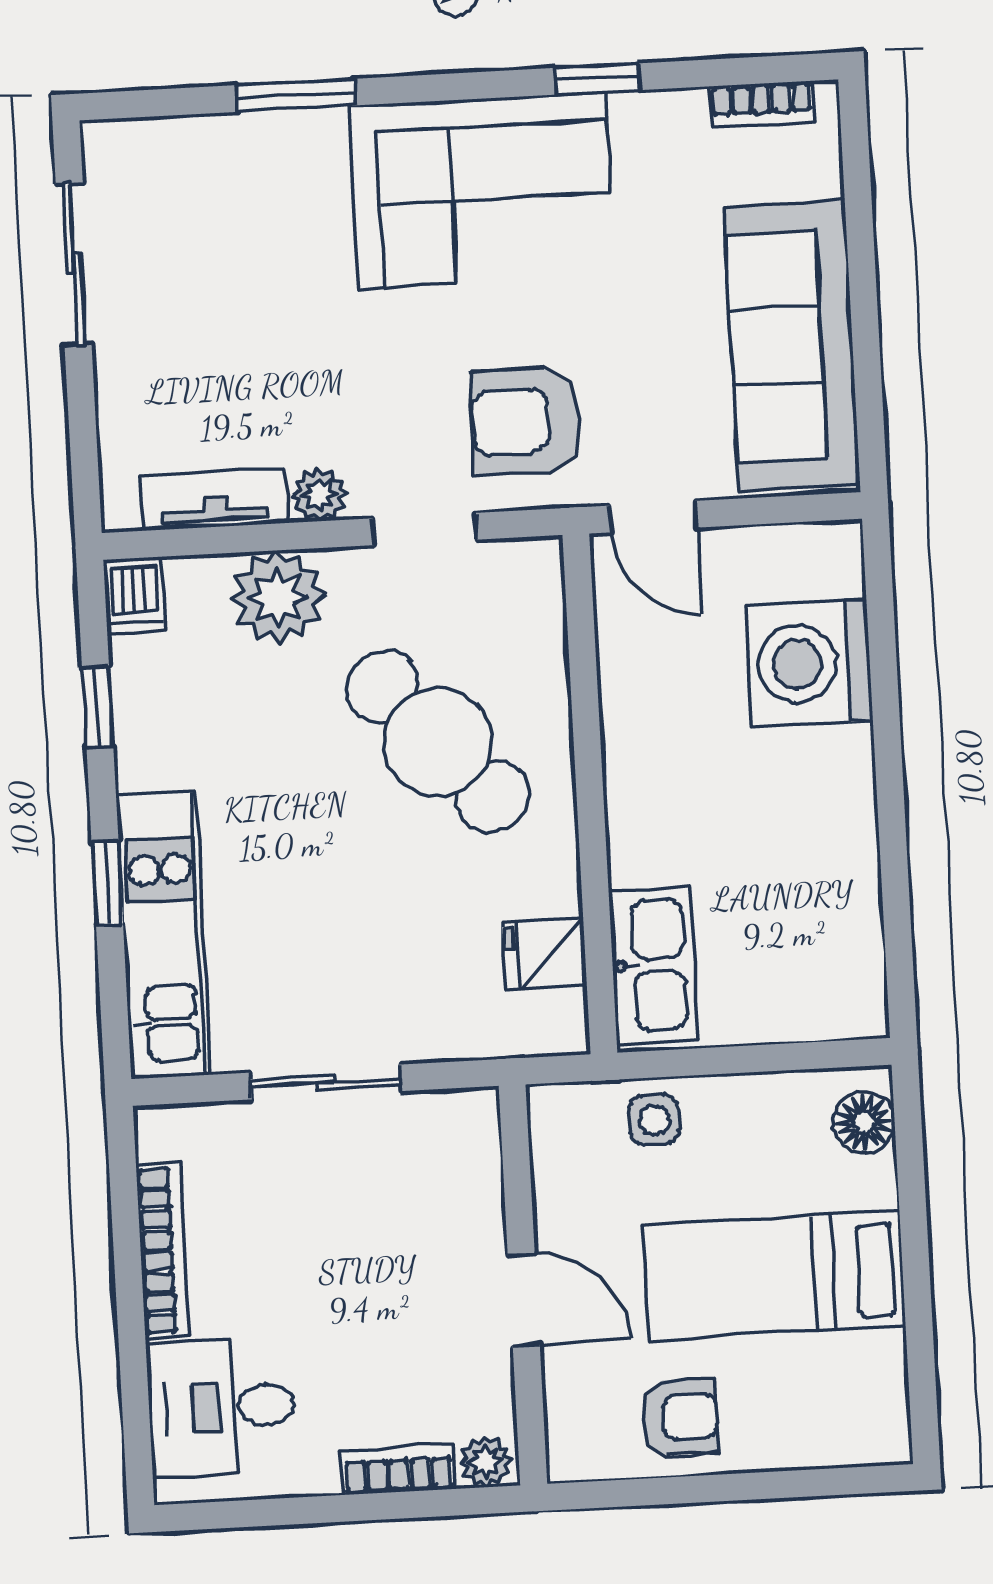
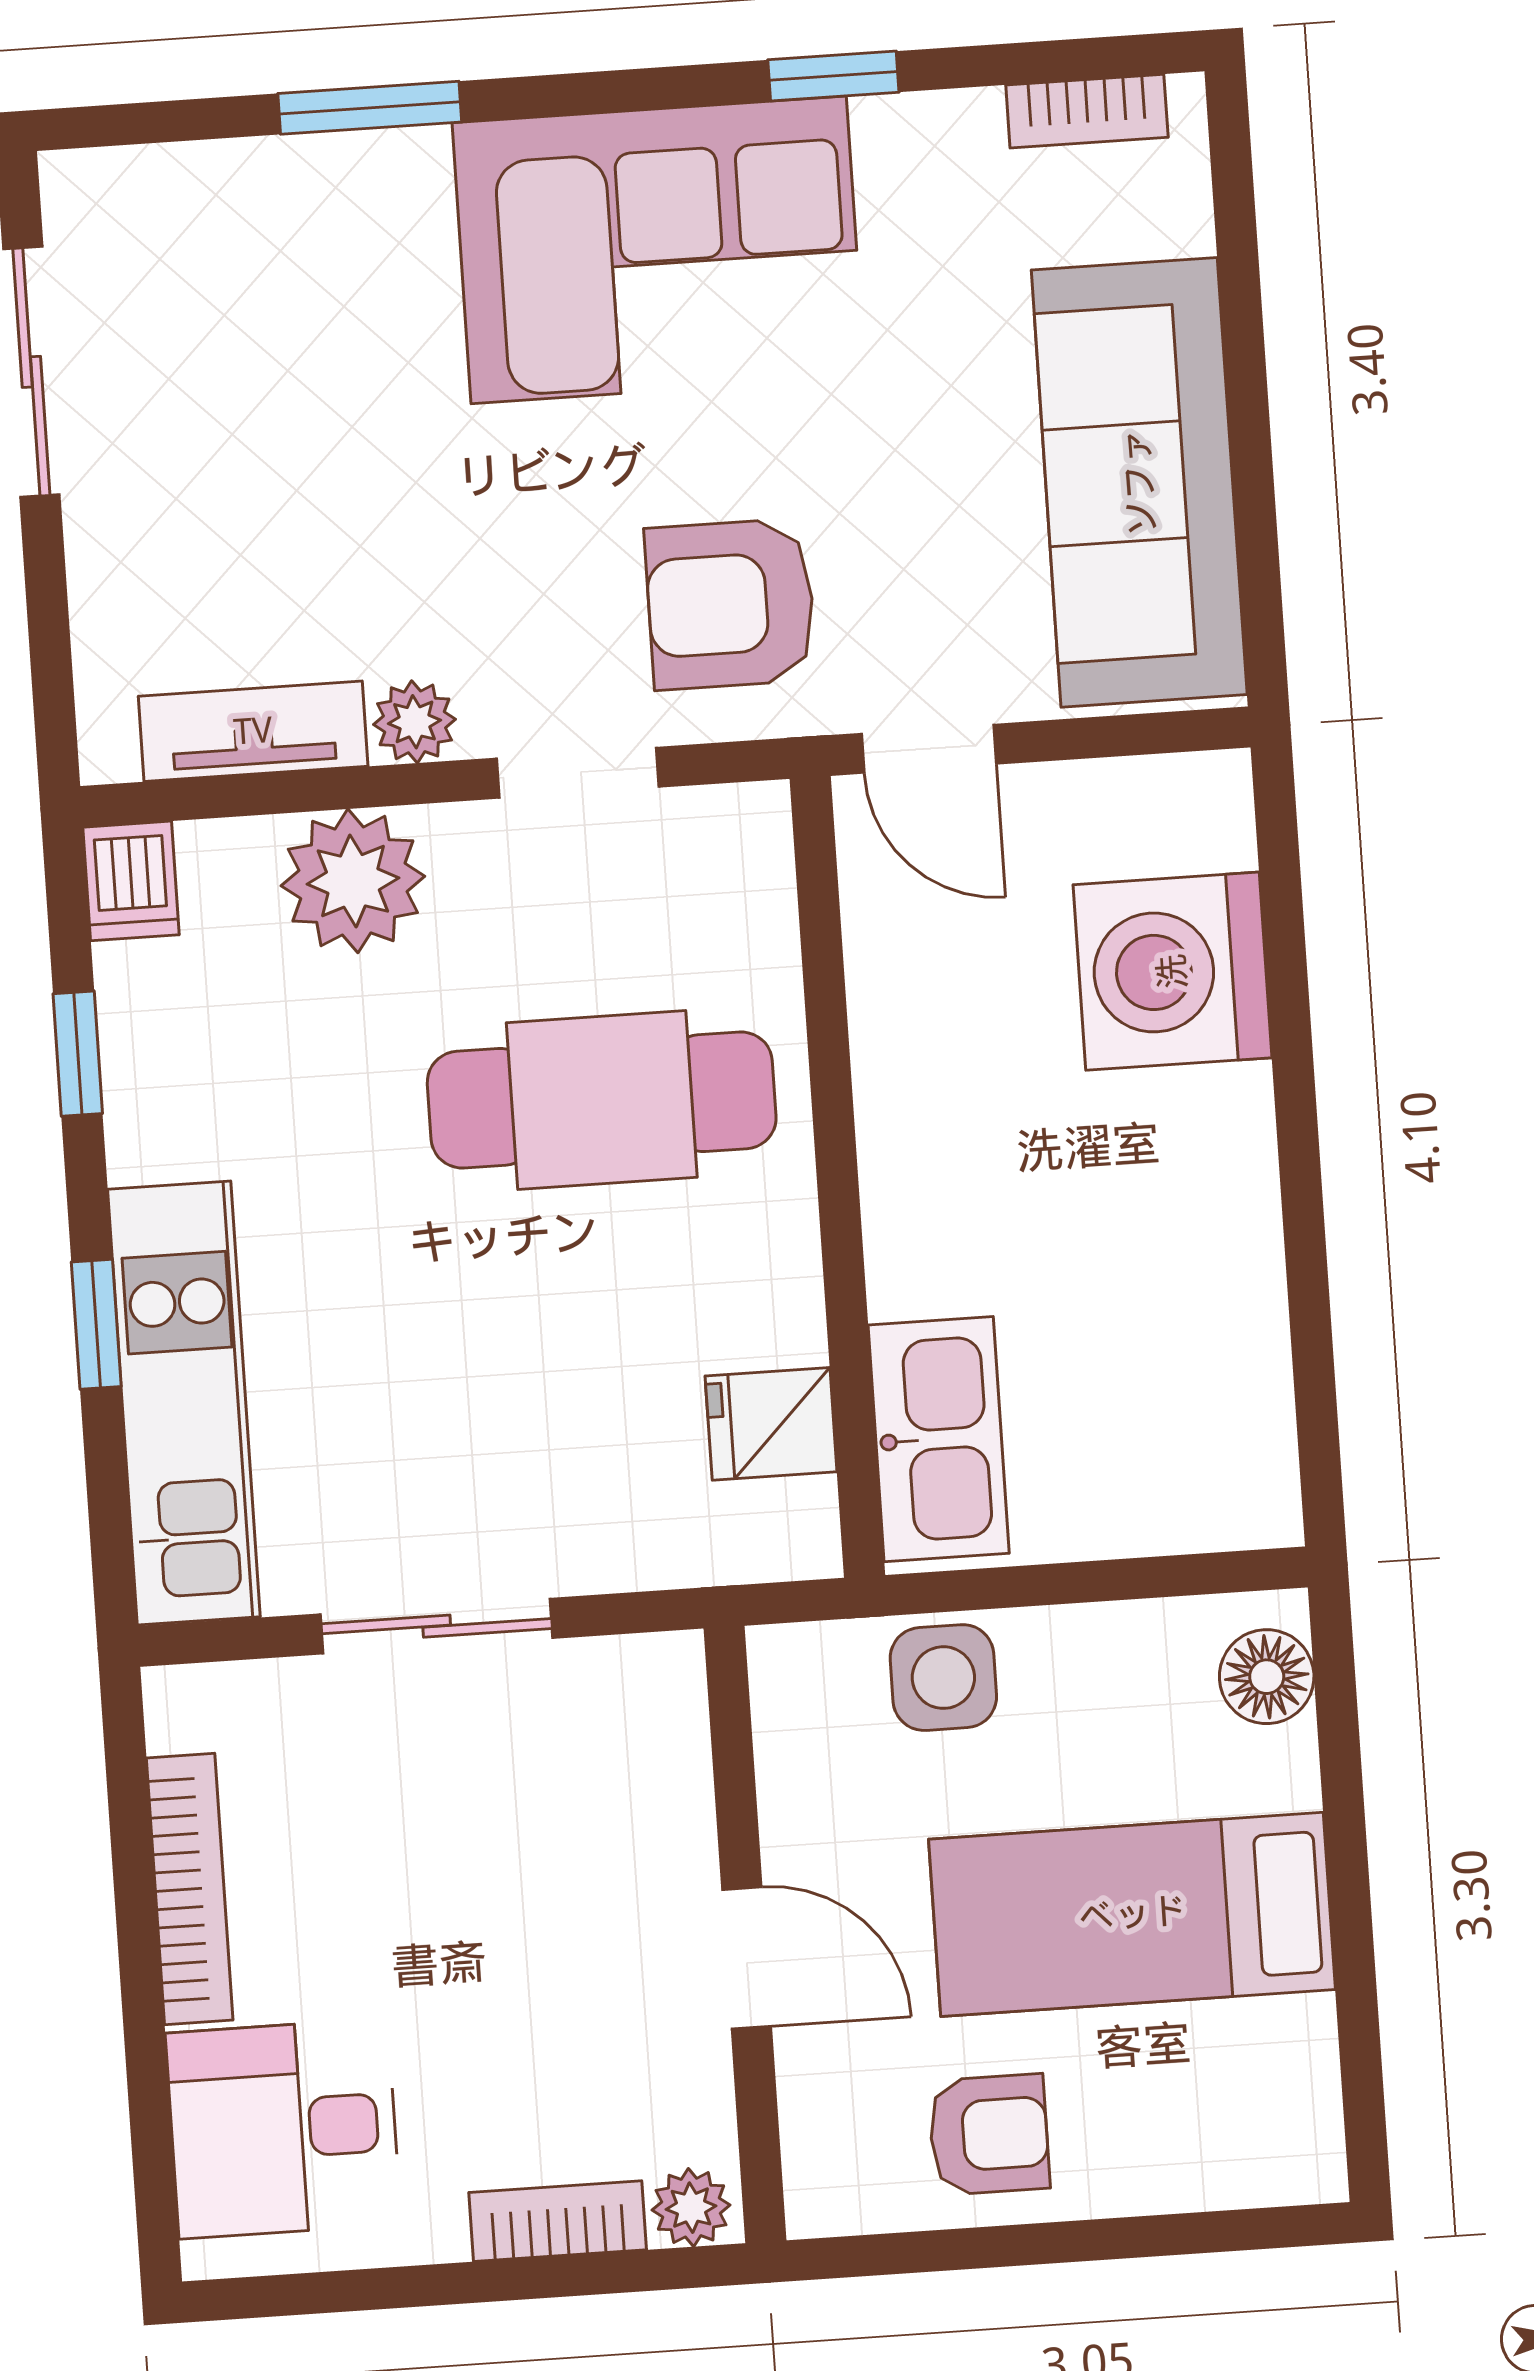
cafe table: (437, 742) -> (602, 1100), turned -48
side table: (654, 1120) -> (943, 1678), width x1.37, depth x1.37

